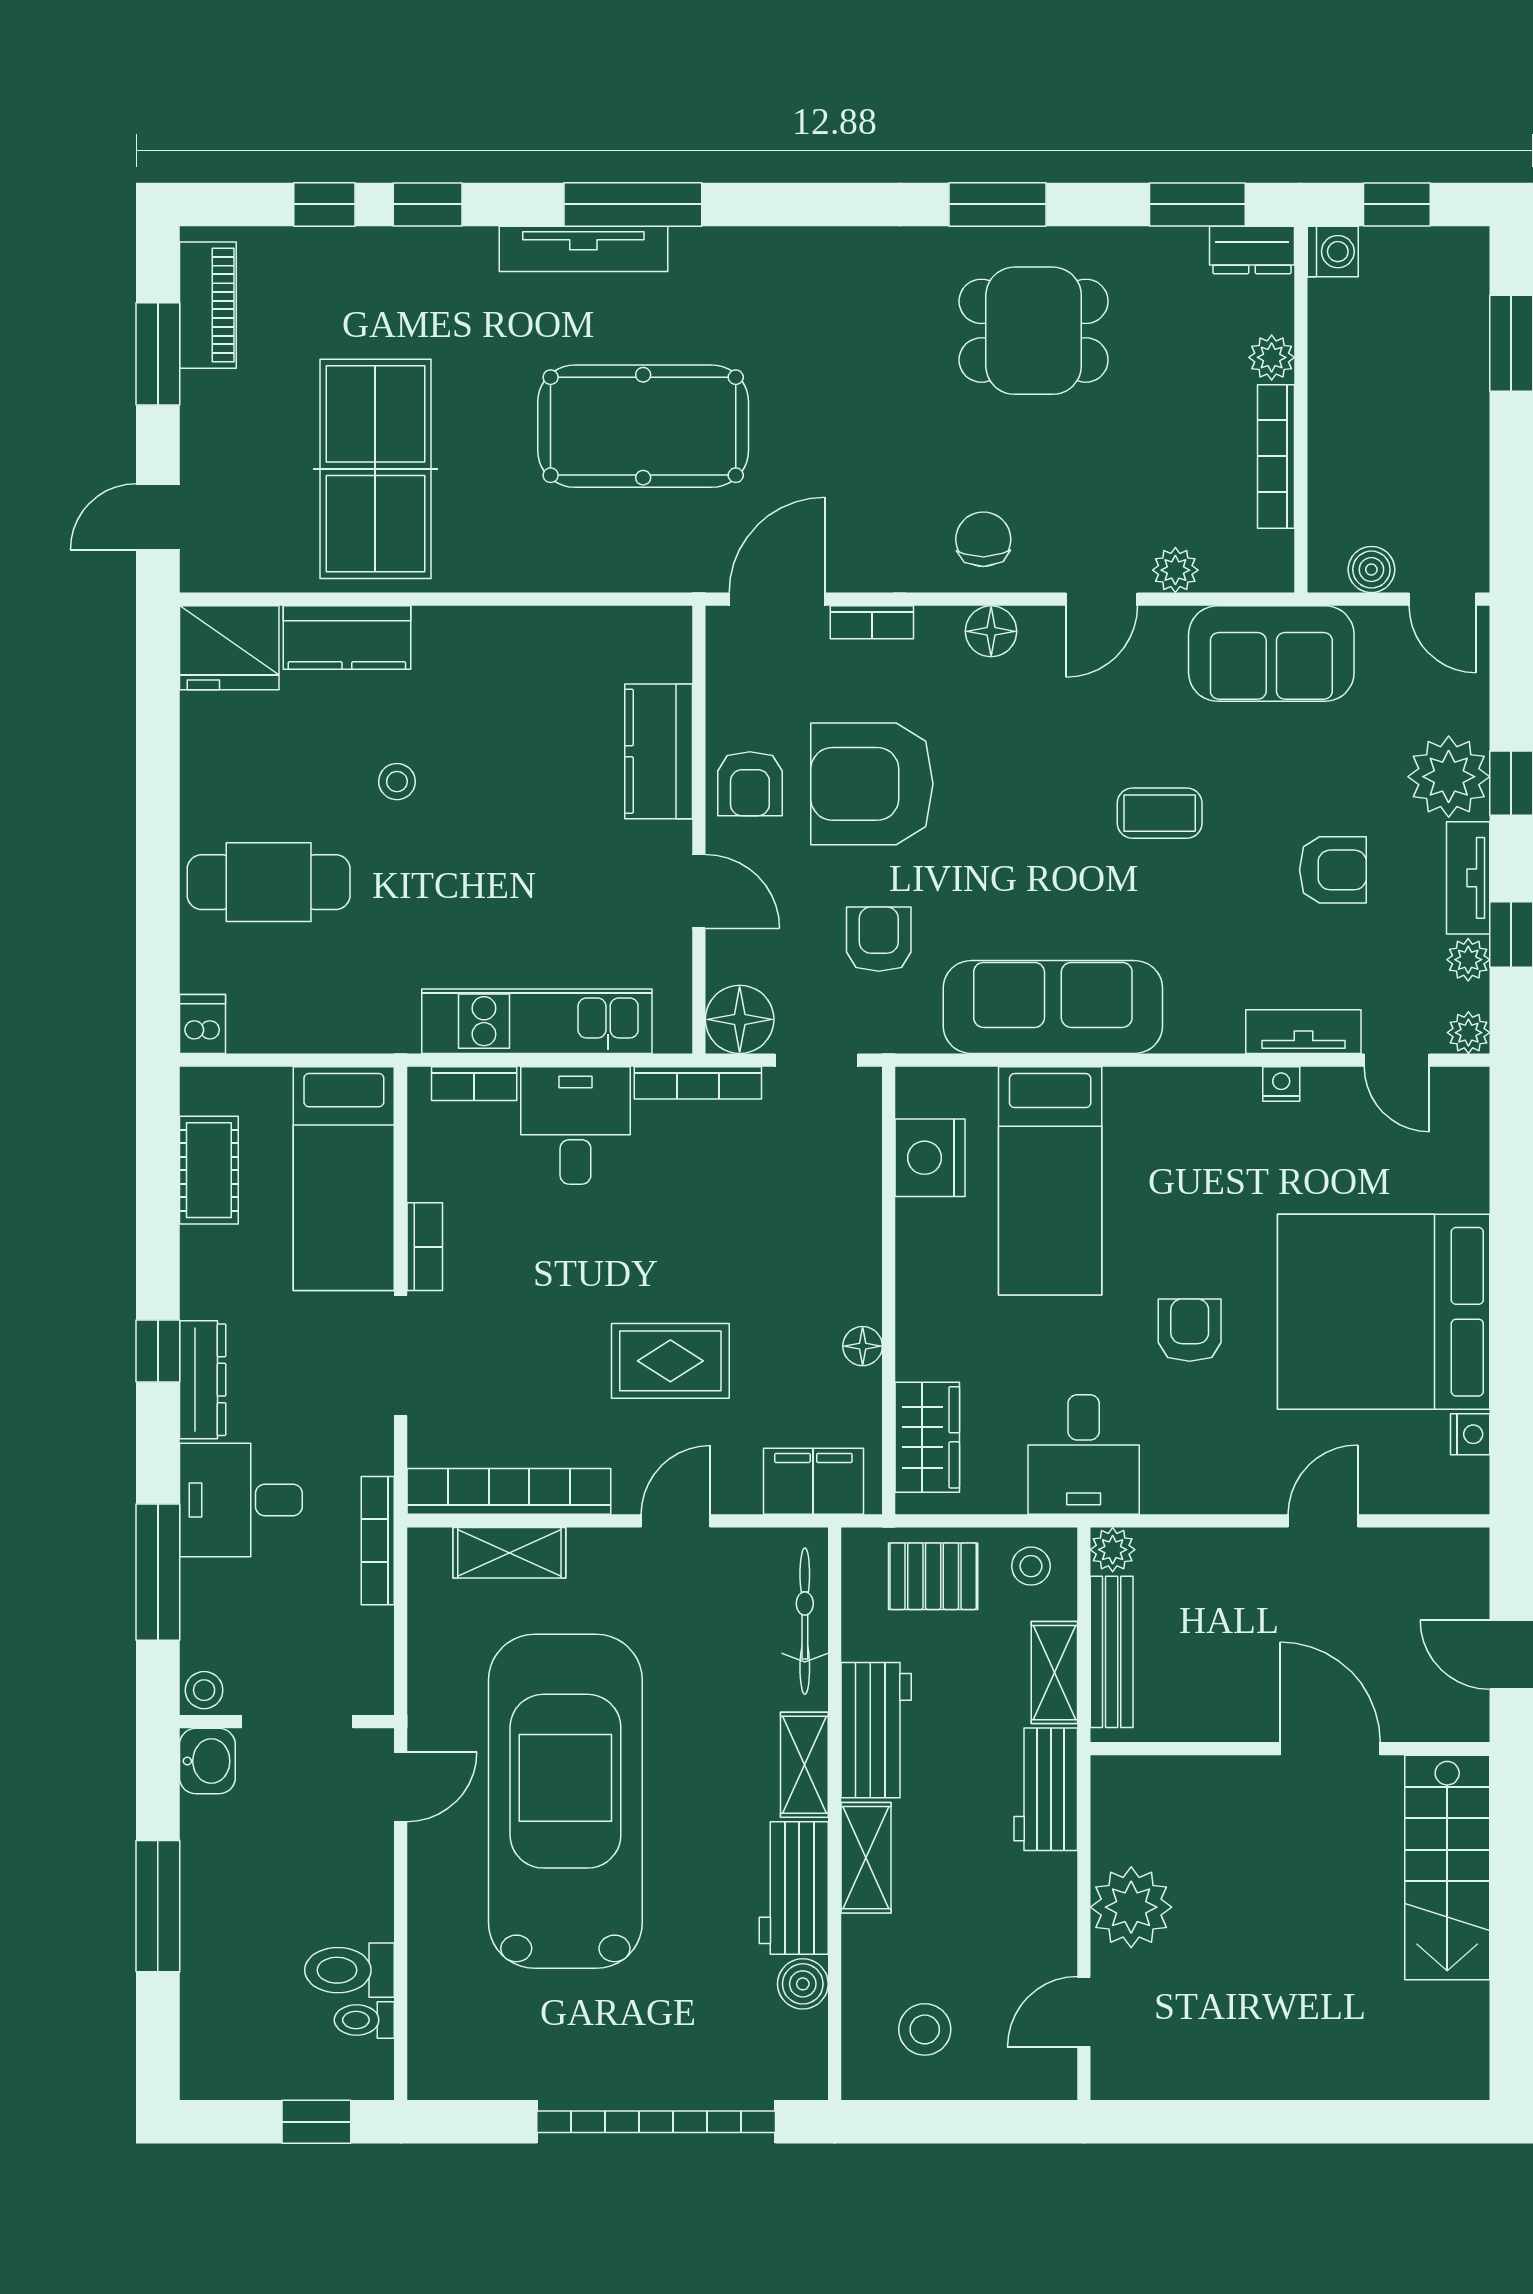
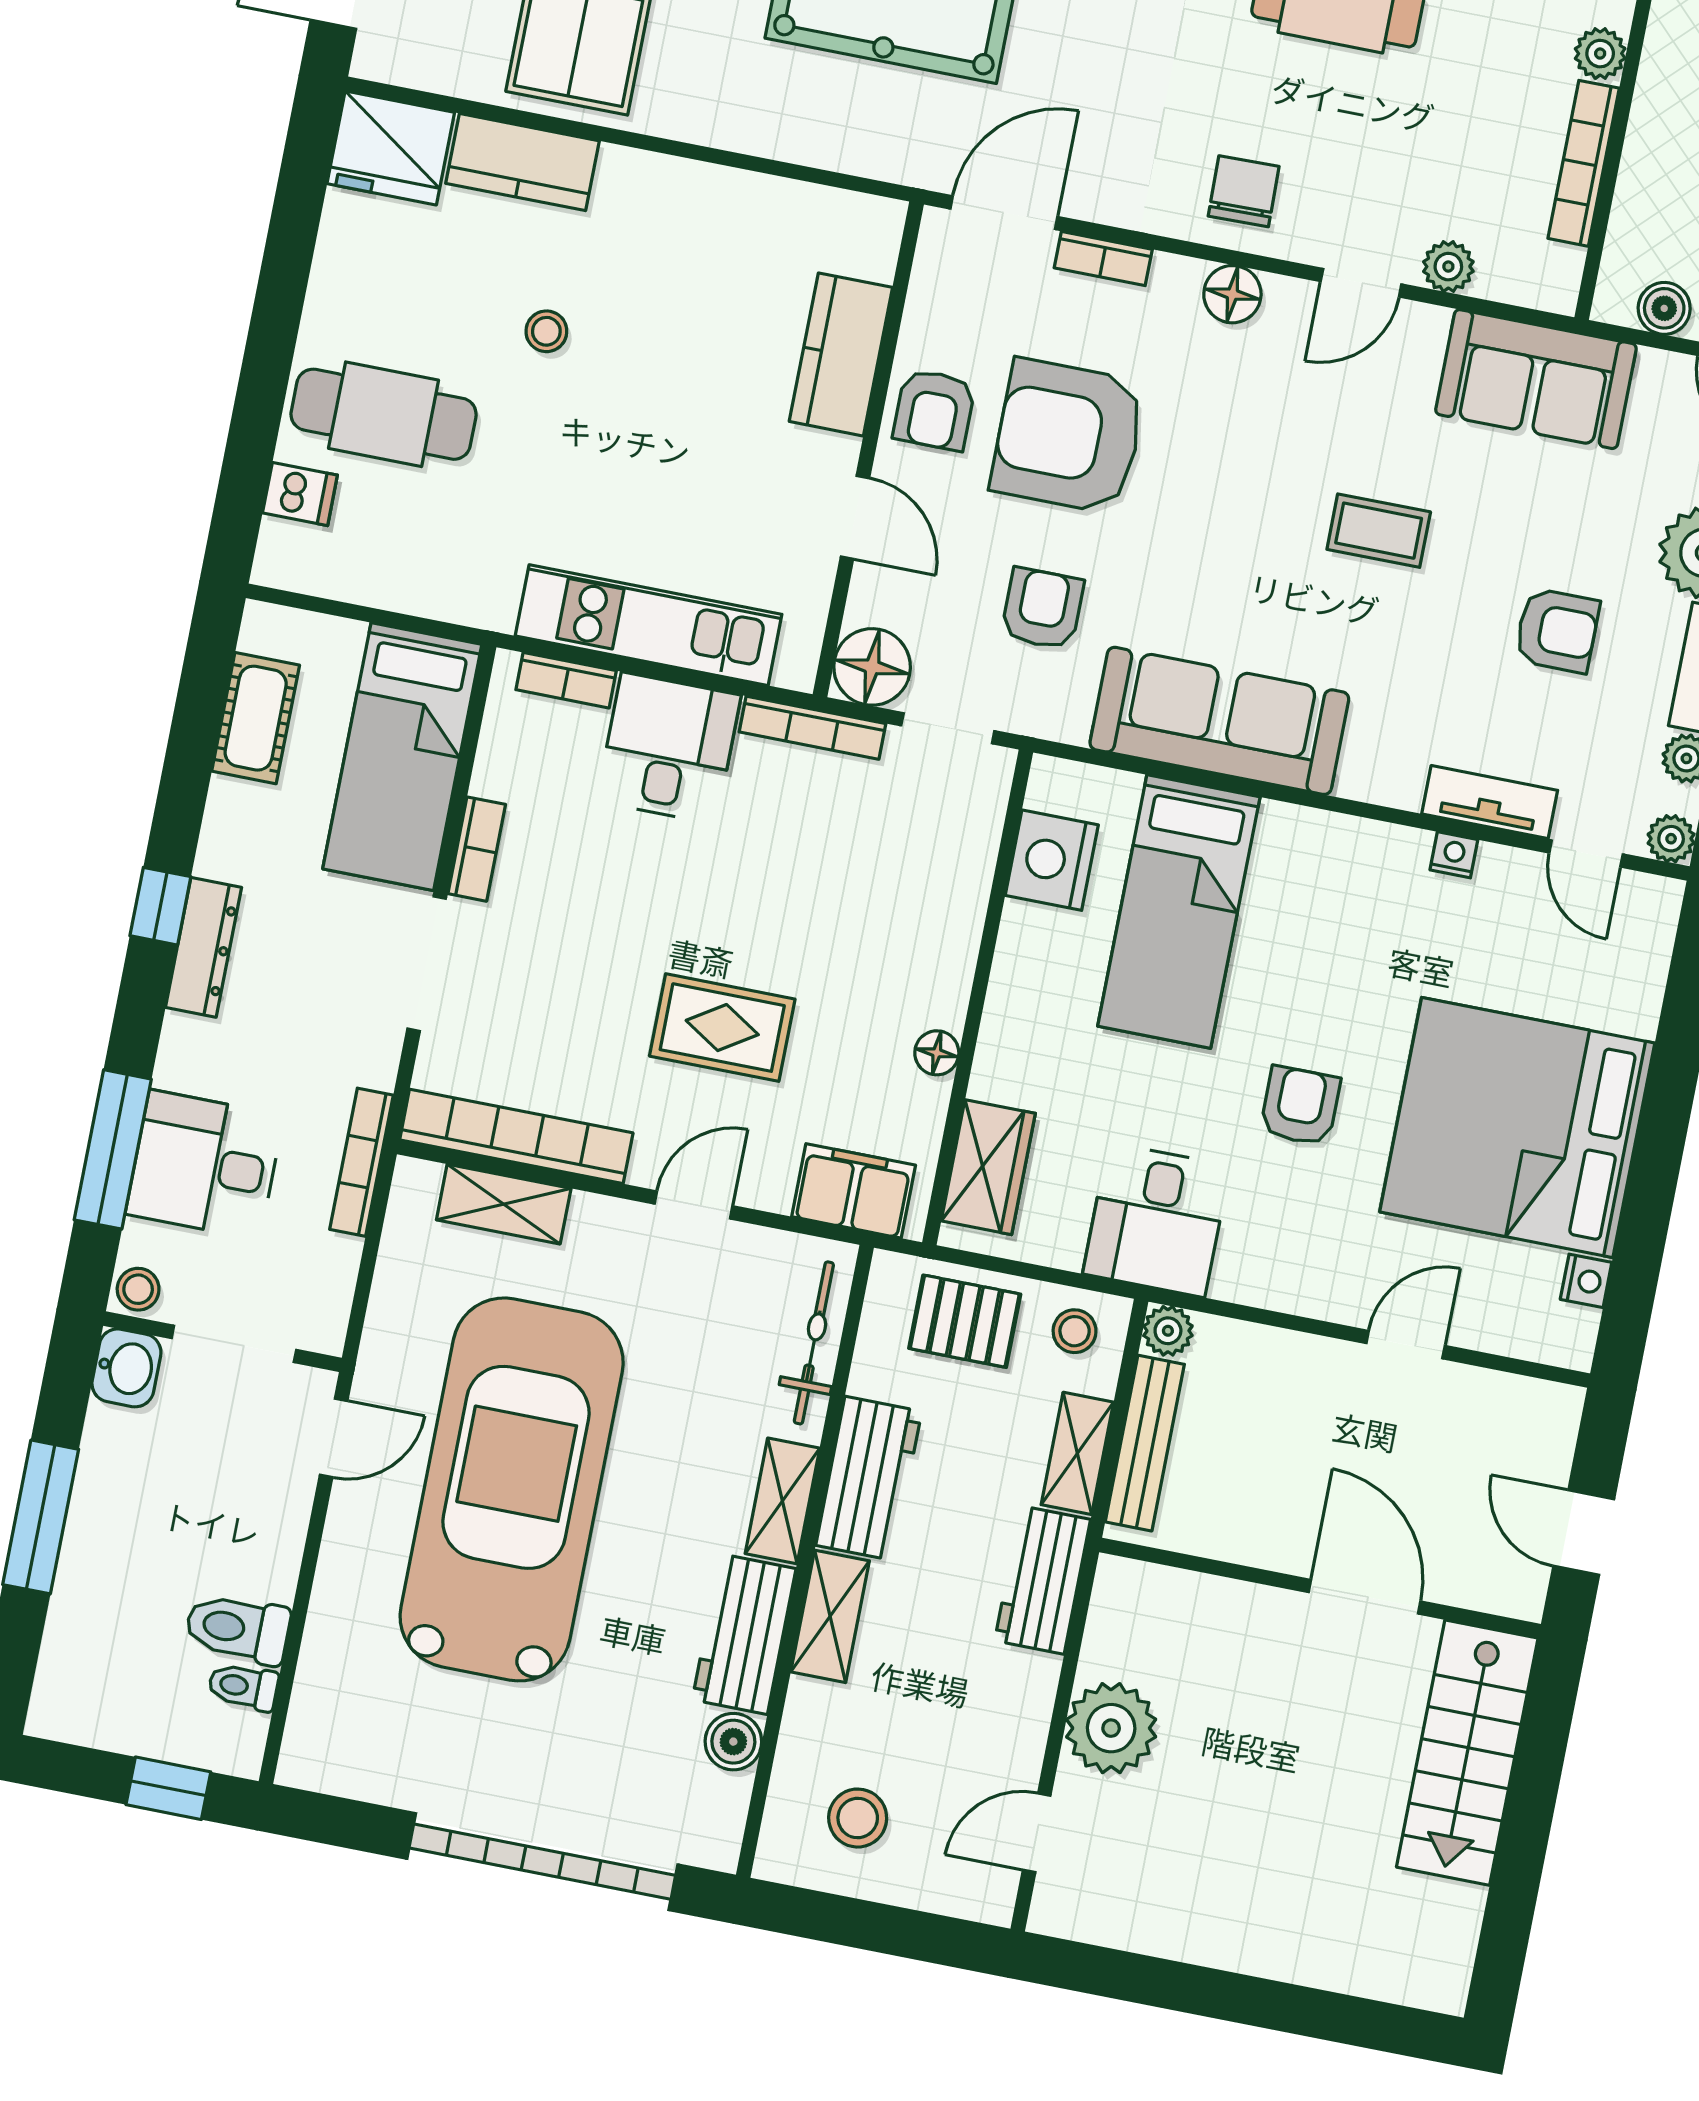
dishwasher: (202, 1024) -> (300, 494), moved, turned 90
desk: (241, 1500) -> (205, 1165), moved

